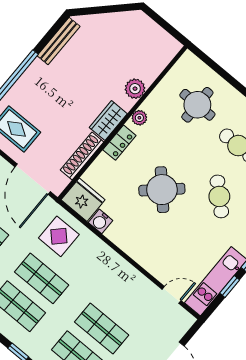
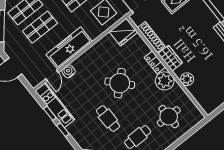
plant: (139, 118) -> (165, 81), width x1.88, depth x1.88
cafe table: (219, 196) -> (108, 119), turned 47
water cooler: (100, 221) -> (68, 71), moved
freezer: (124, 277) -> (69, 48), added

